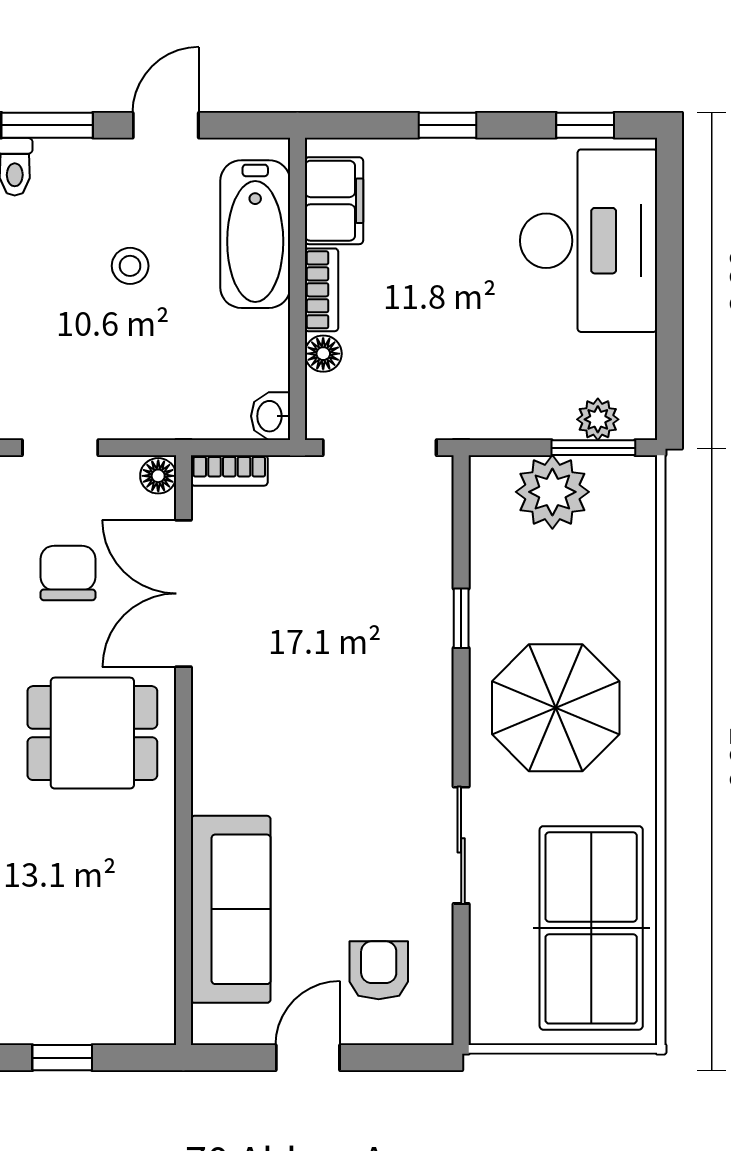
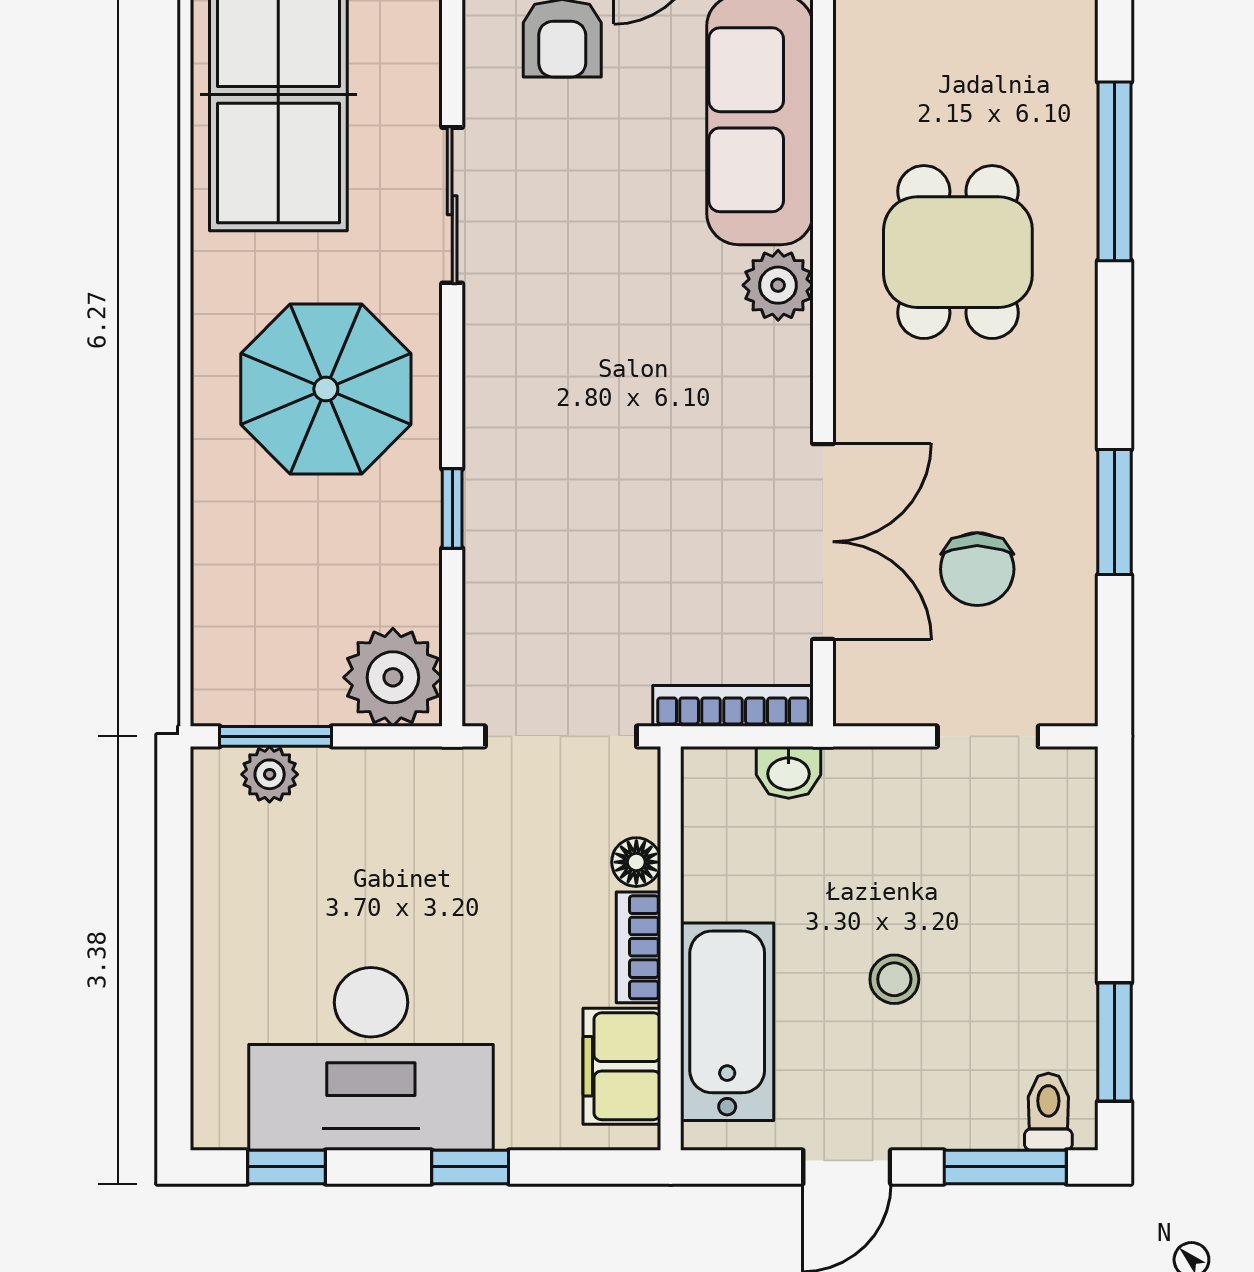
desk: (589, 241) -> (371, 1059), moved, turned -90
washbasin: (271, 416) -> (789, 772), moved, turned 90
bookcase: (229, 470) -> (733, 706), width x1.56
floor lamp: (158, 476) -> (857, 699), removed
plant: (552, 492) -> (393, 677), moved
dining table: (92, 733) -> (958, 252), moved, turned 90
plant: (217, 785) -> (778, 285), added

